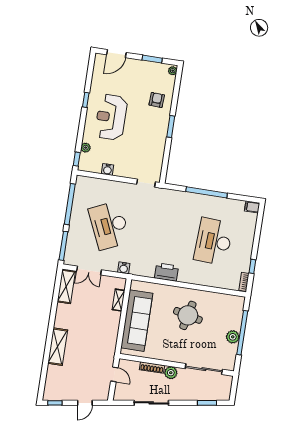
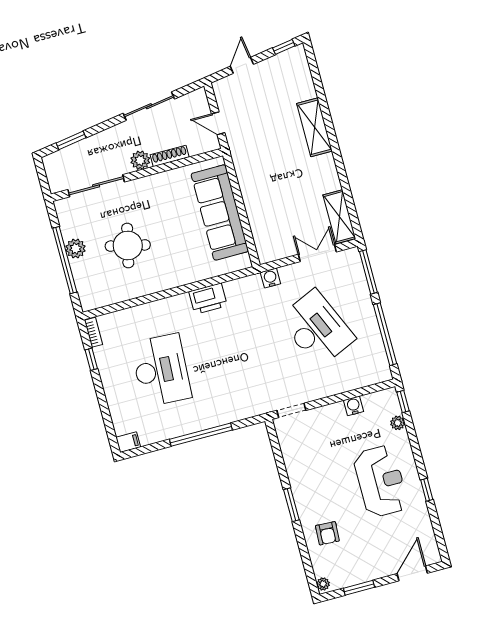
shelving: (119, 300) -> (258, 230), removed
round table: (188, 315) -> (128, 245), moved

